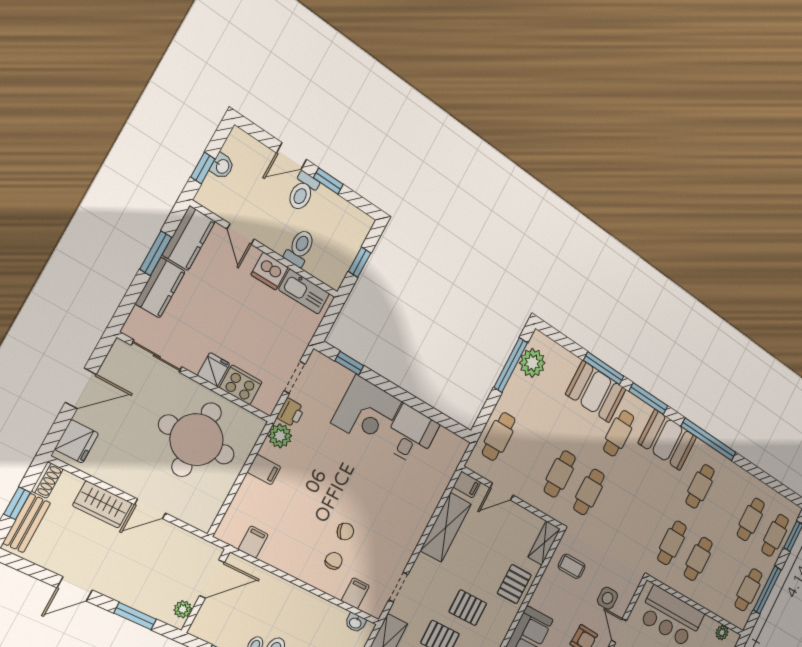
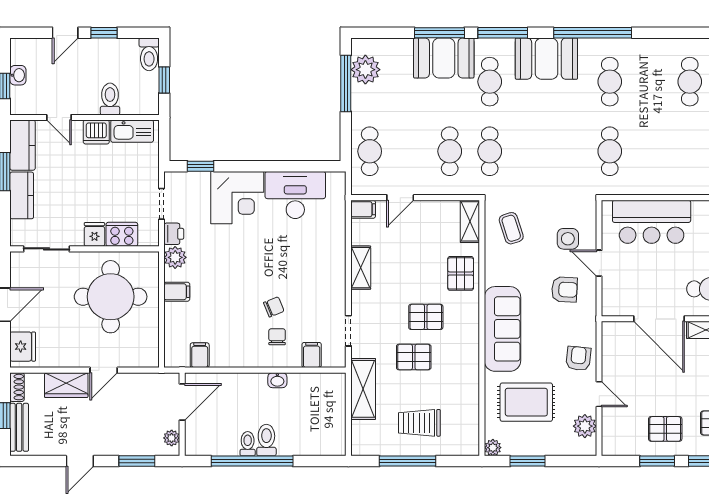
toilet: (303, 192) -> (149, 54), moved
desk: (411, 435) -> (295, 195), width x1.37
shelving: (446, 527) -> (361, 268), width x0.67, depth x0.75
cafe table: (698, 559) -> (650, 151), removed
coffee table: (572, 566) -> (511, 228), turned 72
washbasin: (355, 623) -> (277, 380), moved

